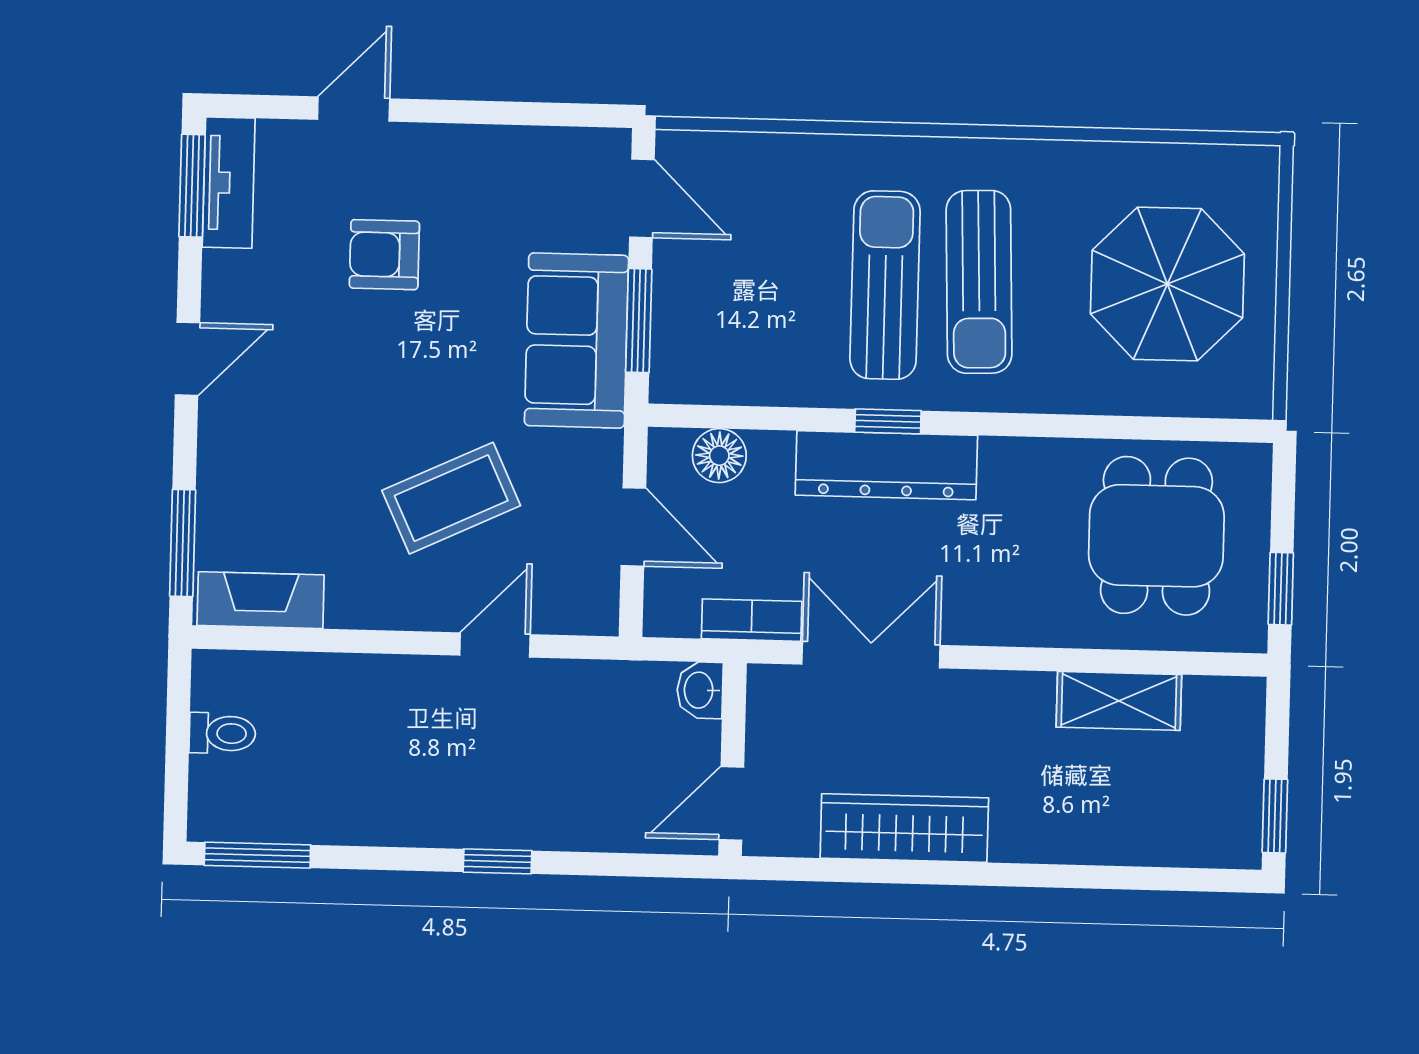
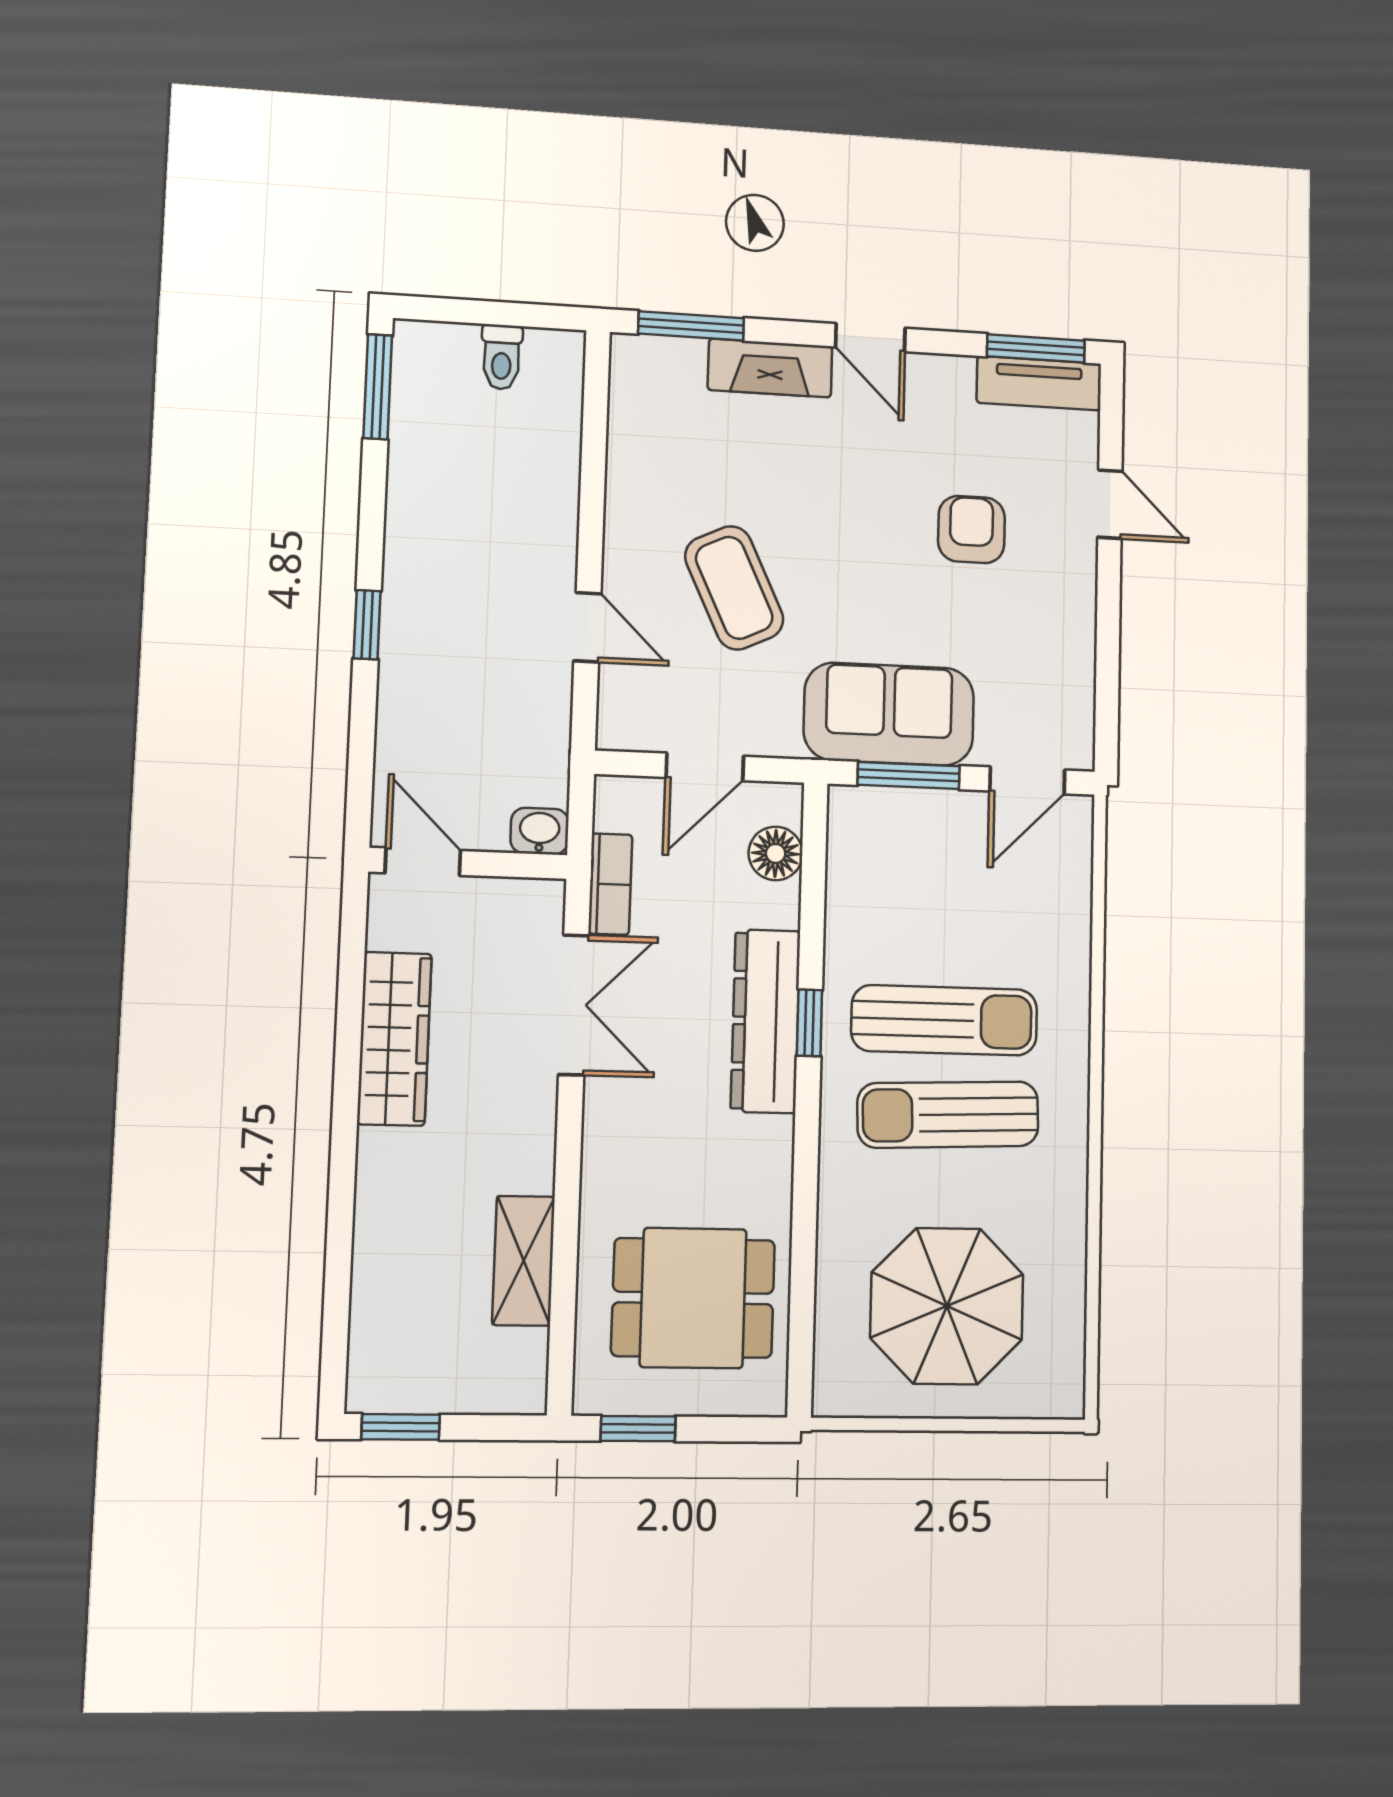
fireplace: (261, 600) -> (770, 368), moved, turned 90

